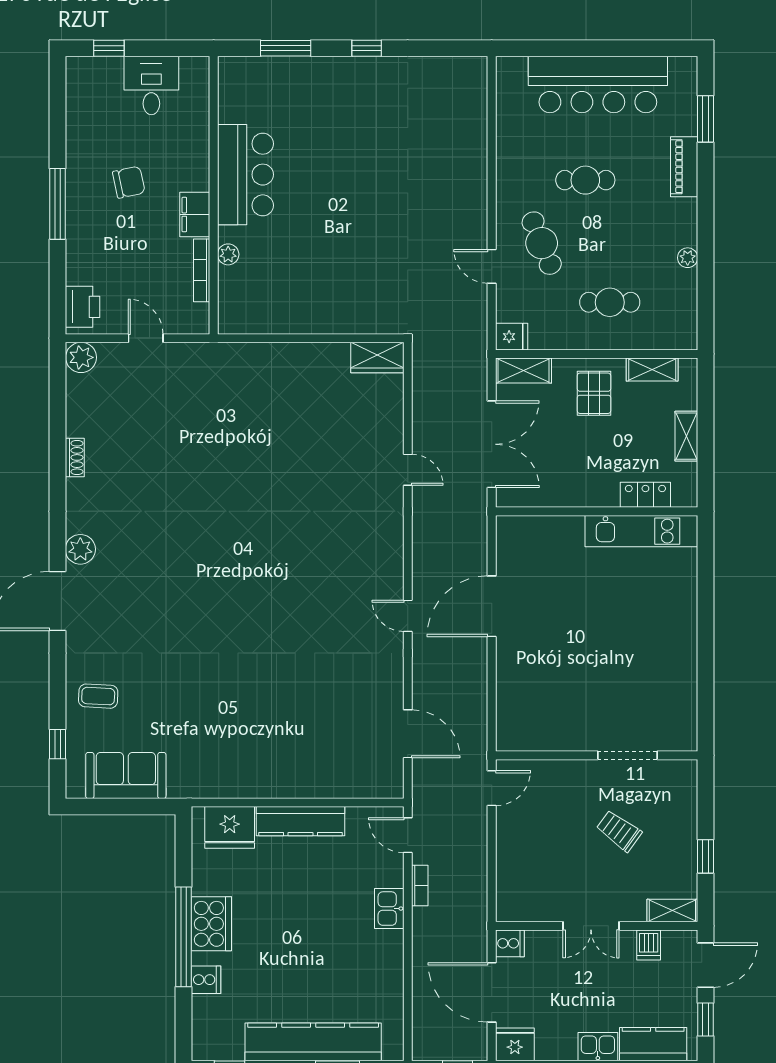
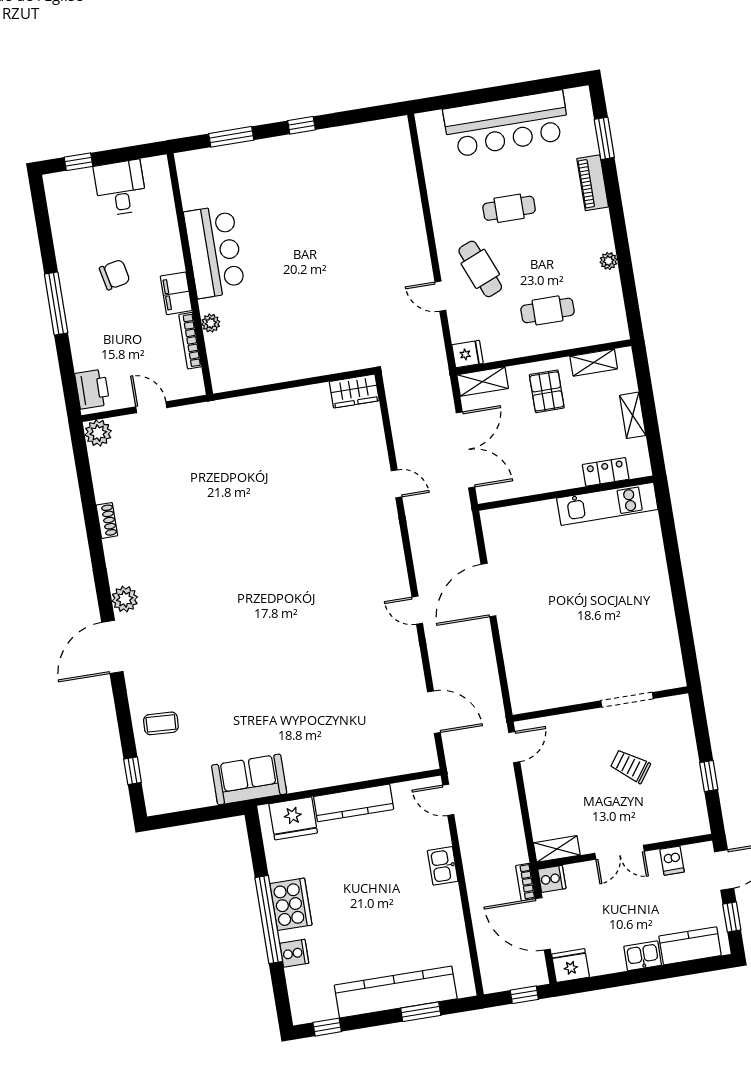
sofa: (126, 775) -> (249, 779), moved
bookcase: (420, 886) -> (526, 882), moved, turned 180
shelving: (672, 911) -> (557, 849), moved

